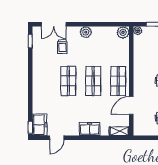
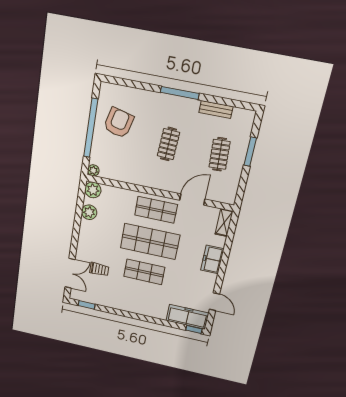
plant: (86, 32) -> (89, 212), moved
shop shelf: (93, 81) -> (150, 241), width x1.43, depth x1.36
door: (131, 105) -> (192, 200), swing flipped
freezer: (39, 125) -> (187, 317), width x1.40

